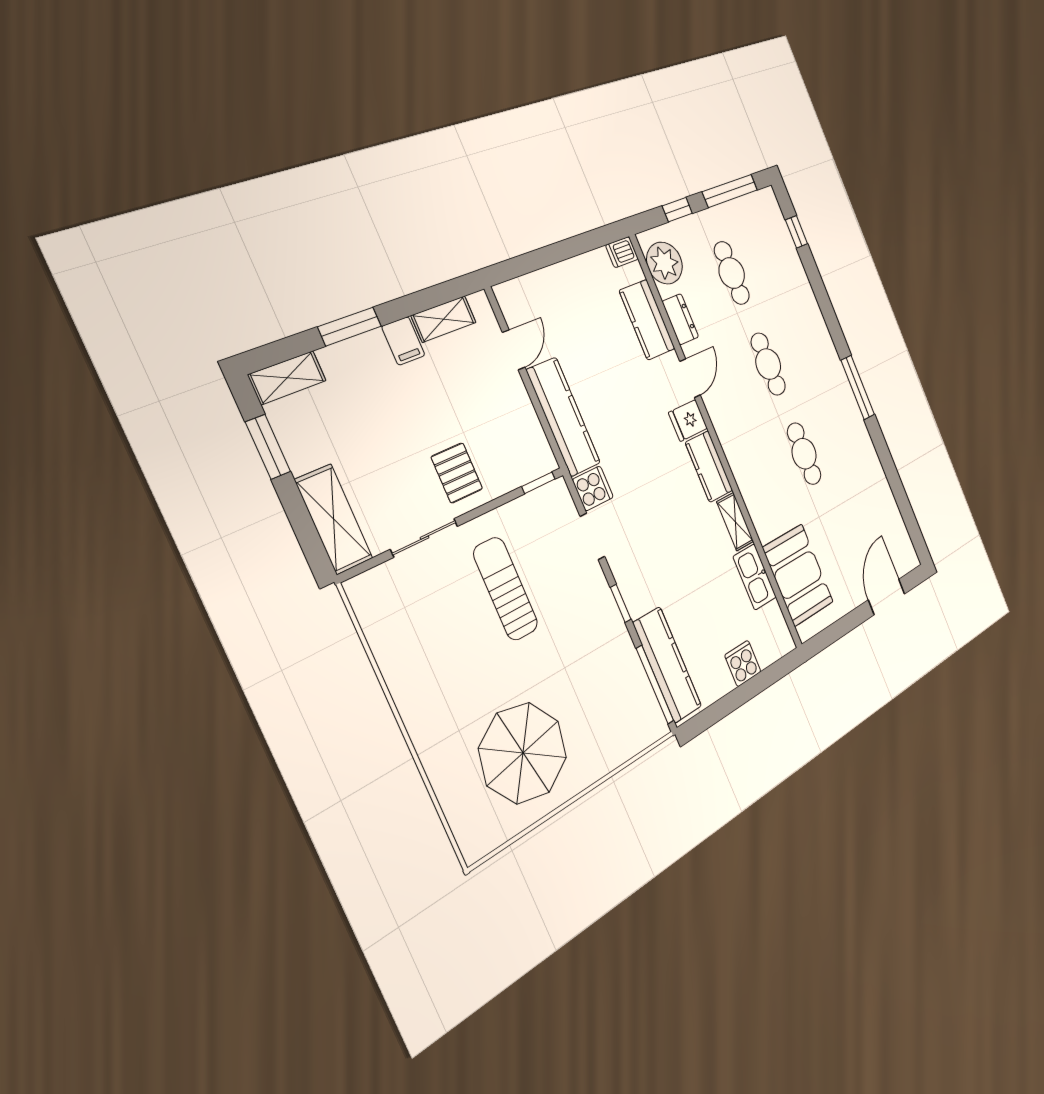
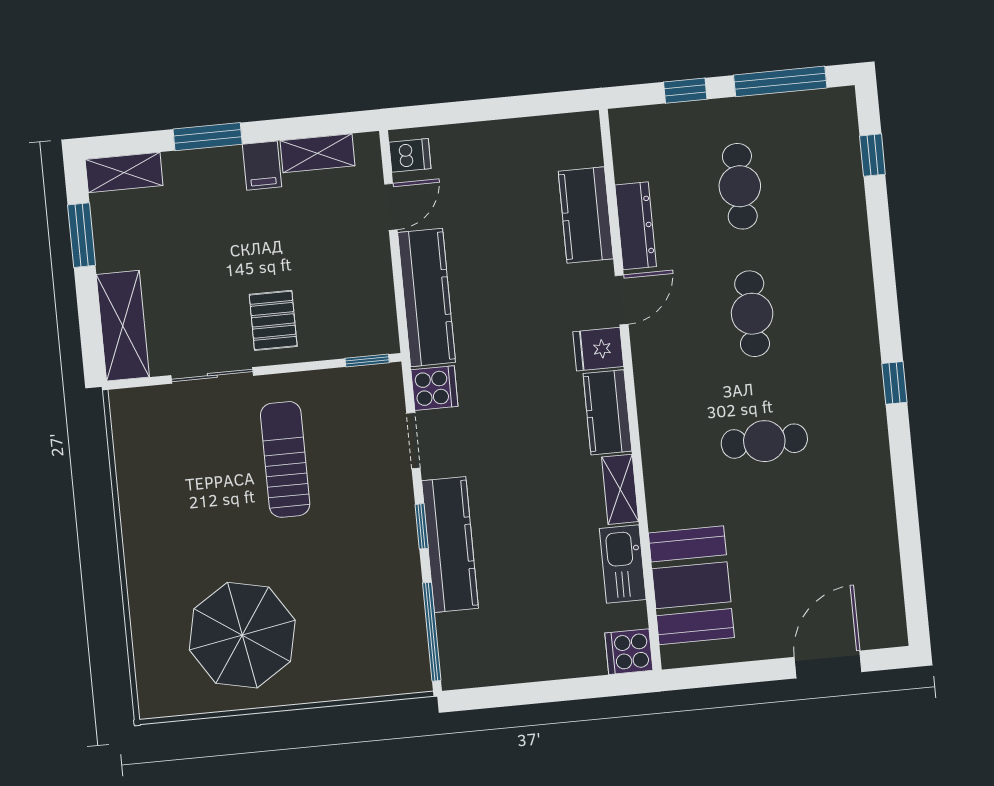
dishwasher: (622, 252) -> (410, 155), moved, turned 180
plant: (664, 263) -> (639, 152), removed
dresser: (680, 319) -> (636, 226), width x1.44
window: (858, 387) -> (894, 383), width x0.46
cafe table: (804, 454) -> (764, 441), turned 90
cooker: (743, 663) -> (629, 652), moved, turned -90
kitchen counter: (667, 665) -> (450, 545), moved

